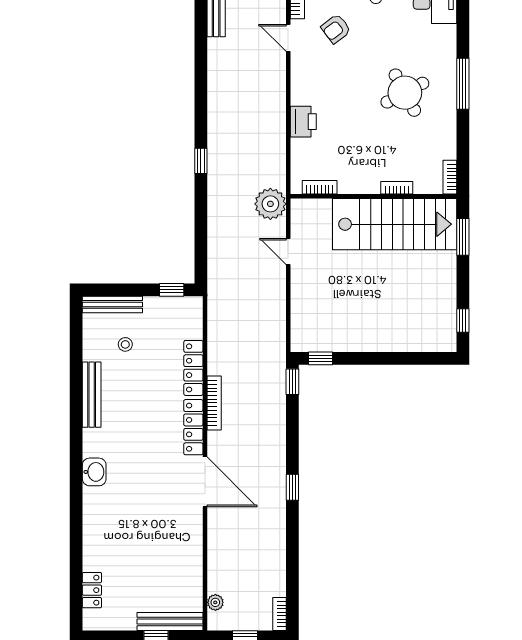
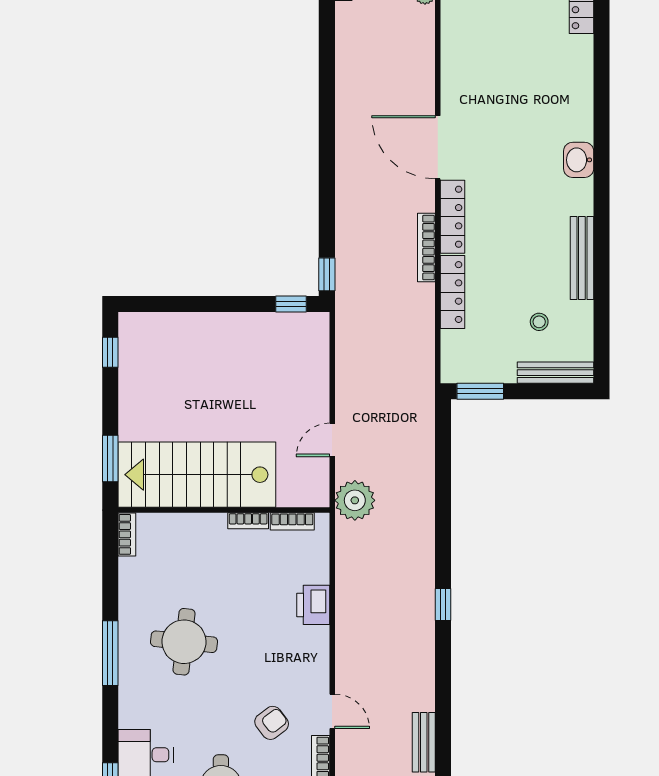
round table: (405, 93) -> (184, 642), turned 34
window: (201, 161) -> (443, 605), moved
bookcase: (397, 188) -> (248, 521), moved
door: (288, 251) -> (332, 440), swing flipped
window: (172, 290) -> (480, 391), width x1.50
window: (292, 487) -> (327, 140), removed

